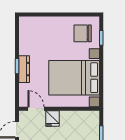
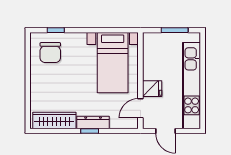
wardrobe: (26, 37) -> (54, 121), added
bed with nightstands: (74, 78) -> (113, 63), width x0.73

